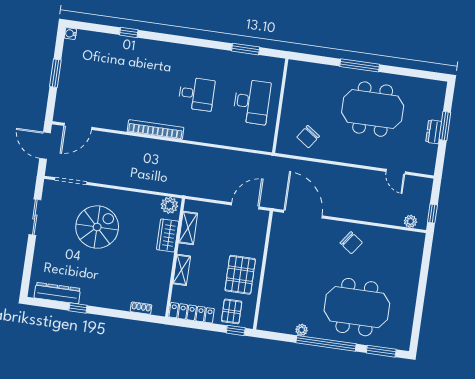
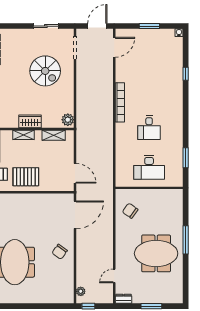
meeting table: (373, 109) -> (156, 253), turned 90
door: (78, 126) -> (114, 47), swing flipped
dresser: (434, 132) -> (123, 299), moved
wardrobe: (168, 235) -> (30, 121), moved

